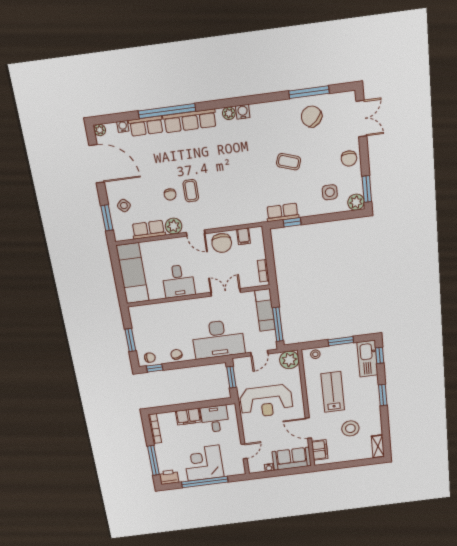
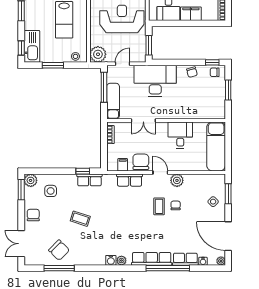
row of seats: (149, 230) -> (130, 180), moved

